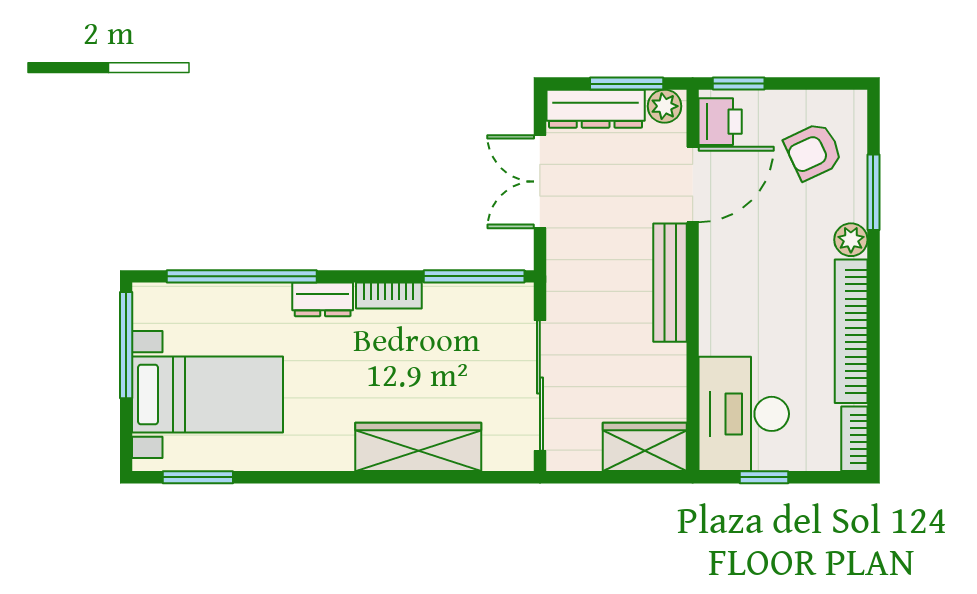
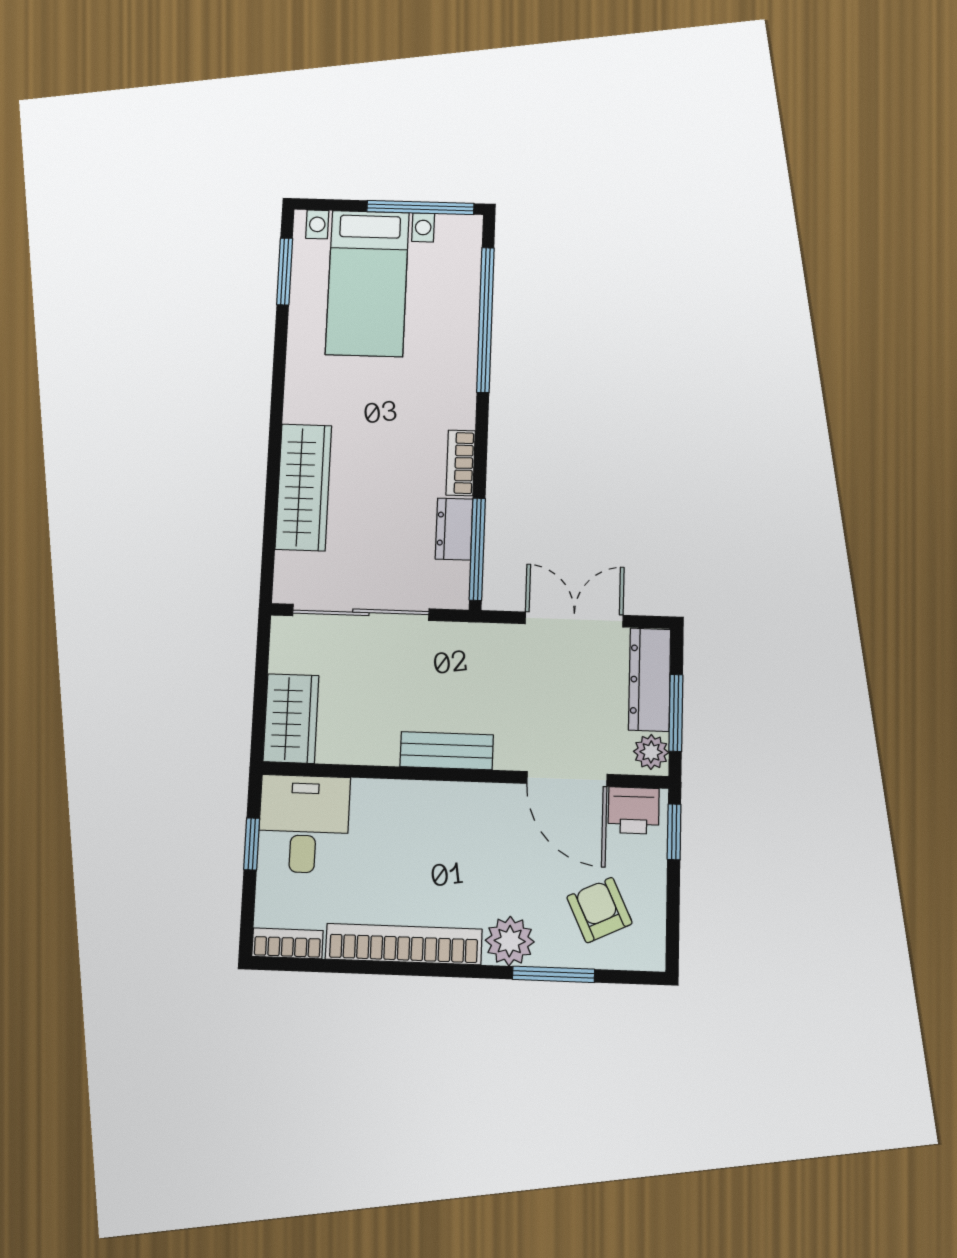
plant: (851, 240) -> (510, 941), width x1.38, depth x1.38
bench: (670, 283) -> (447, 751), width x0.73
dresser: (323, 299) -> (454, 529), moved
desk: (744, 414) -> (304, 824), width x0.73

